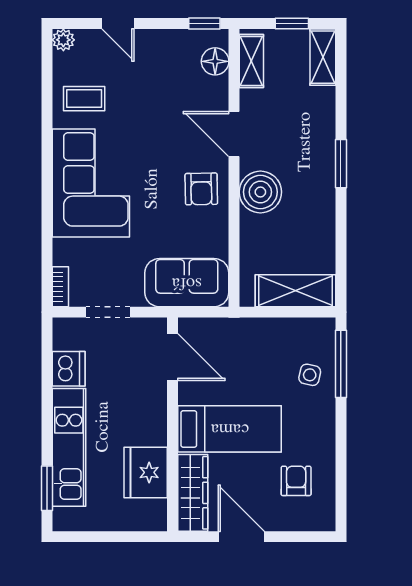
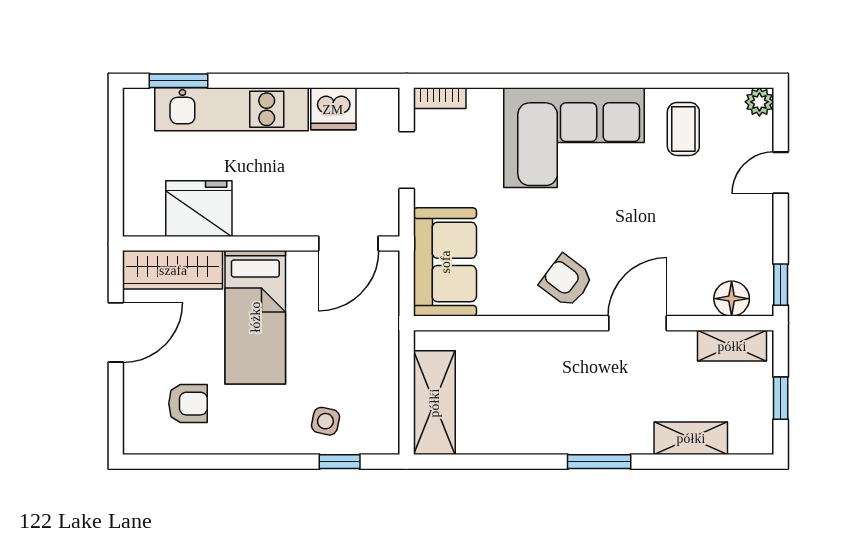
shelving: (323, 57) -> (691, 438), moved
armchair: (201, 189) -> (566, 281), turned 38
boiler: (260, 192) -> (562, 357), removed
window: (341, 364) -> (340, 462), width x0.46

